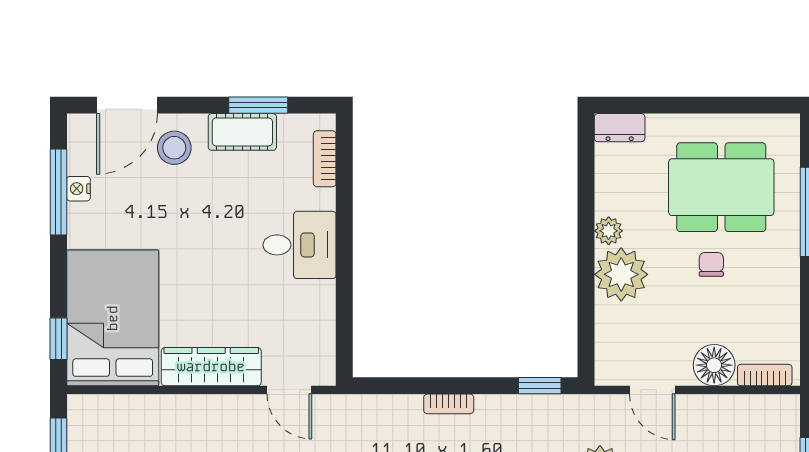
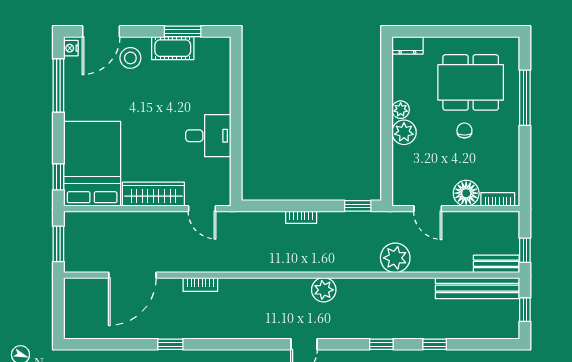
bookcase: (325, 159) -> (224, 65), removed
nightstand: (78, 189) -> (71, 48), moved
desk: (300, 245) -> (208, 136), moved
plant: (621, 274) -> (404, 132), width x0.73, depth x0.73

